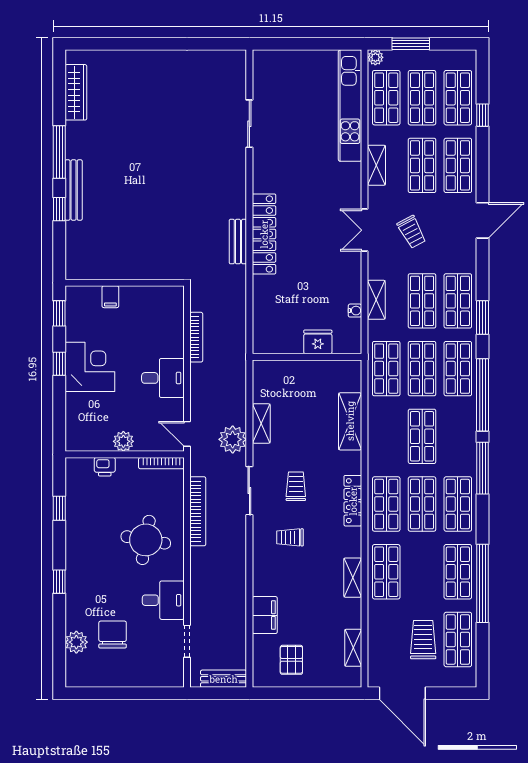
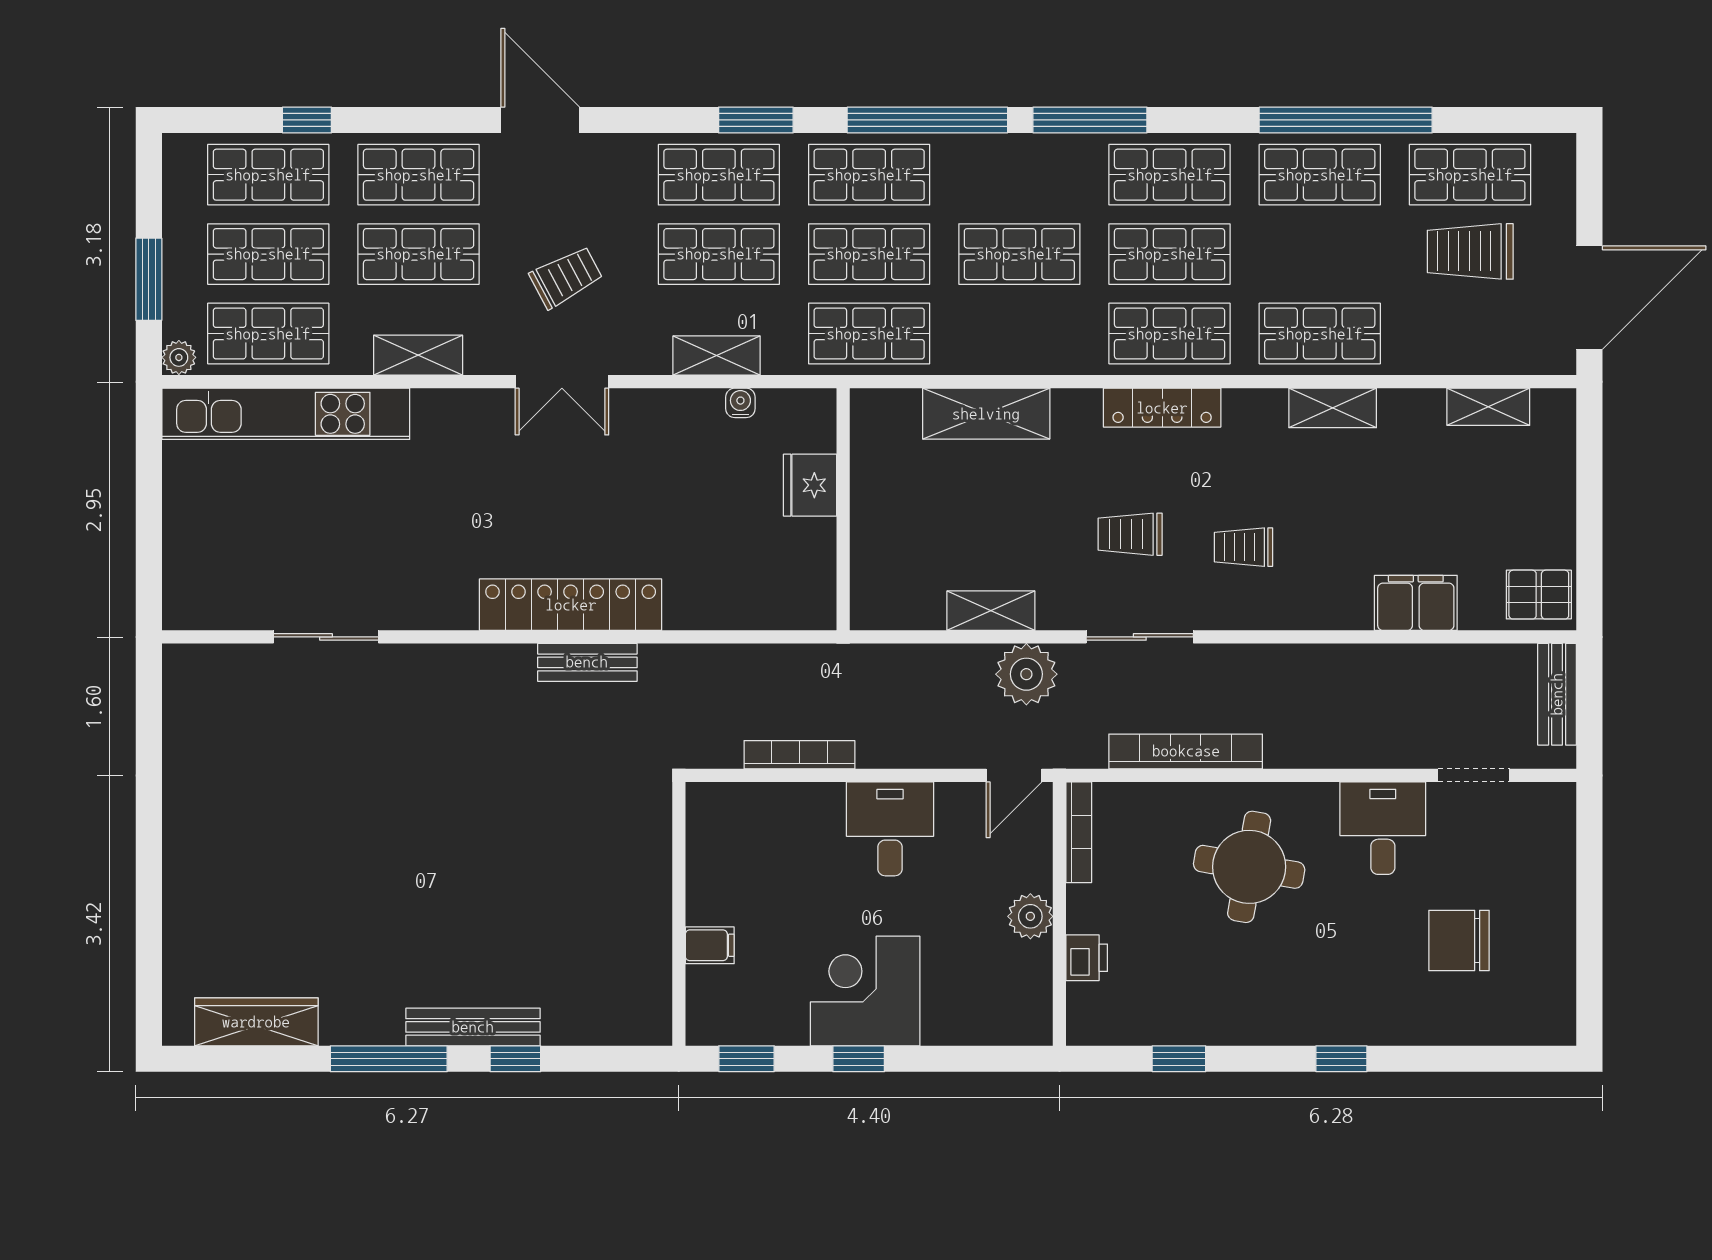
trolley: (290, 537) -> (1243, 547), turned 90
plant: (76, 642) -> (1476, 1021), removed
pallet: (291, 660) -> (1539, 595), moved

